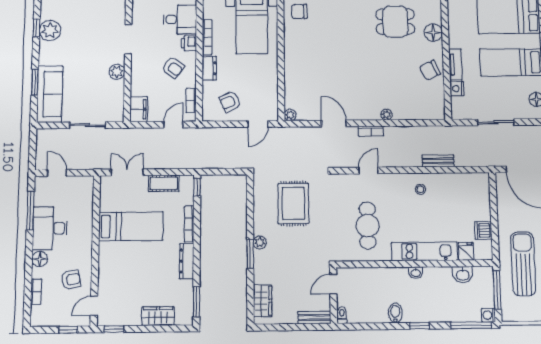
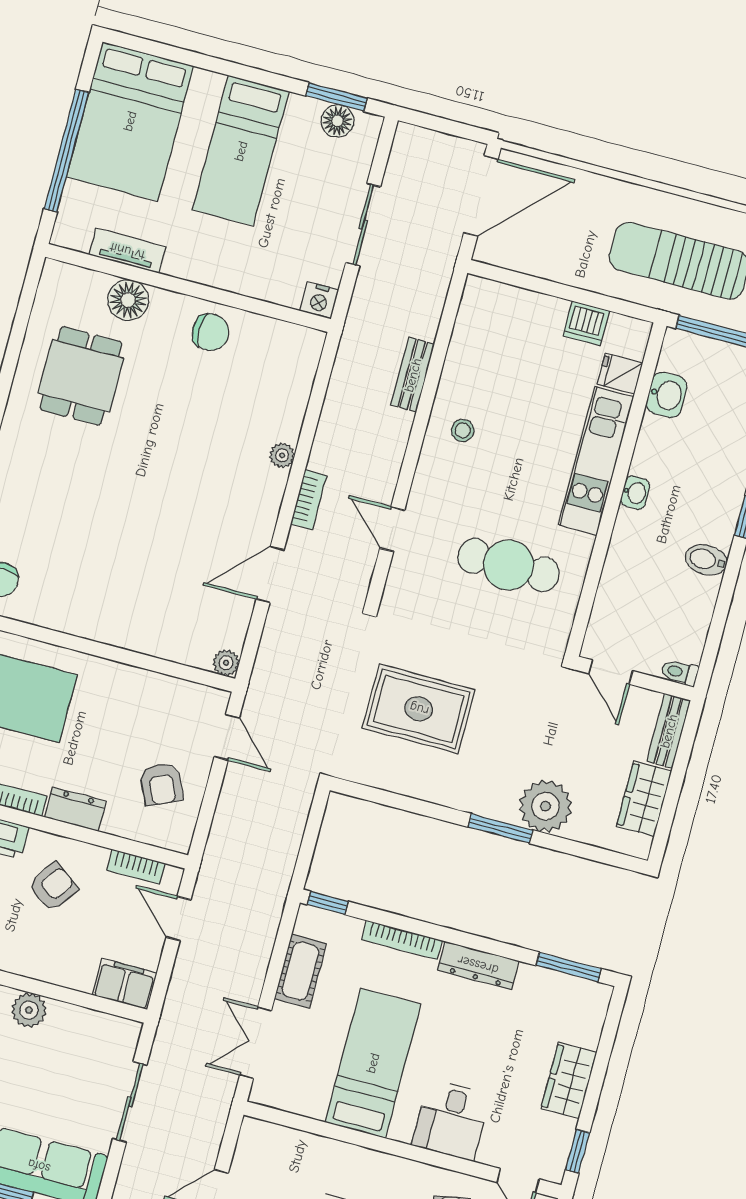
tv unit: (455, 65) -> (127, 251), moved
chair: (430, 70) -> (210, 332), turned -65
nightstand: (457, 89) -> (319, 300), moved
plant: (260, 242) -> (546, 806), moved, width x1.87, depth x1.87
desk: (114, 268) -> (451, 1120), added
wardrobe: (263, 301) -> (644, 799), moved, turned -90
wardrobe: (158, 316) -> (569, 1080), moved

